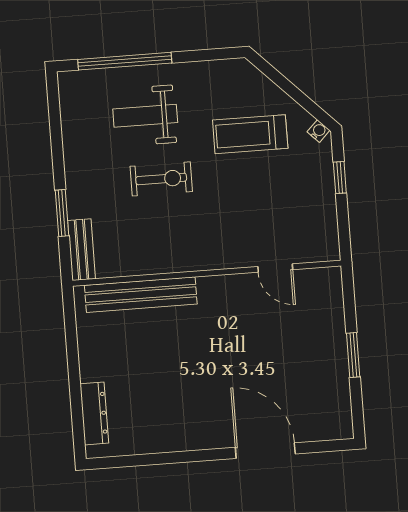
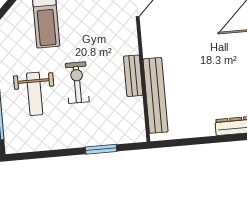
bench: (82, 250) -> (133, 76), moved, turned 90

